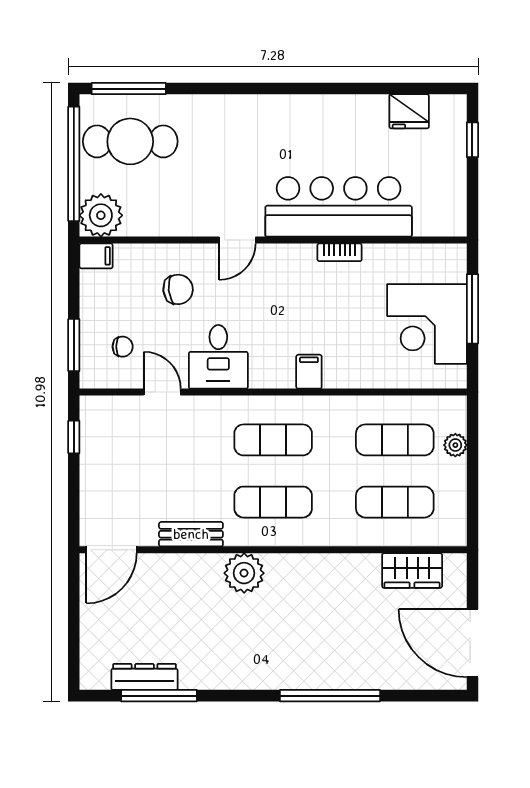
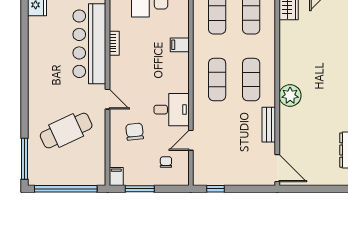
cafe table: (130, 141) -> (66, 131), moved, turned 65
plant: (101, 215) -> (94, 174), removed
window: (74, 345) -> (140, 189), moved
filing cabinet: (309, 372) -> (180, 45), moved

